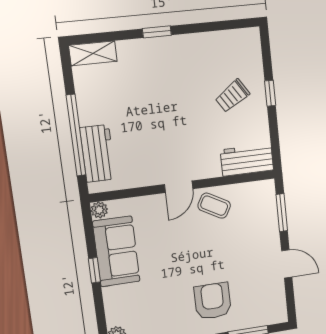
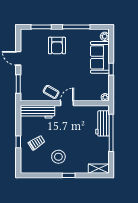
stool: (183, 70) -> (58, 157), added
workbench: (247, 160) -> (38, 112), width x1.37
sofa: (116, 251) -> (100, 57), moved

